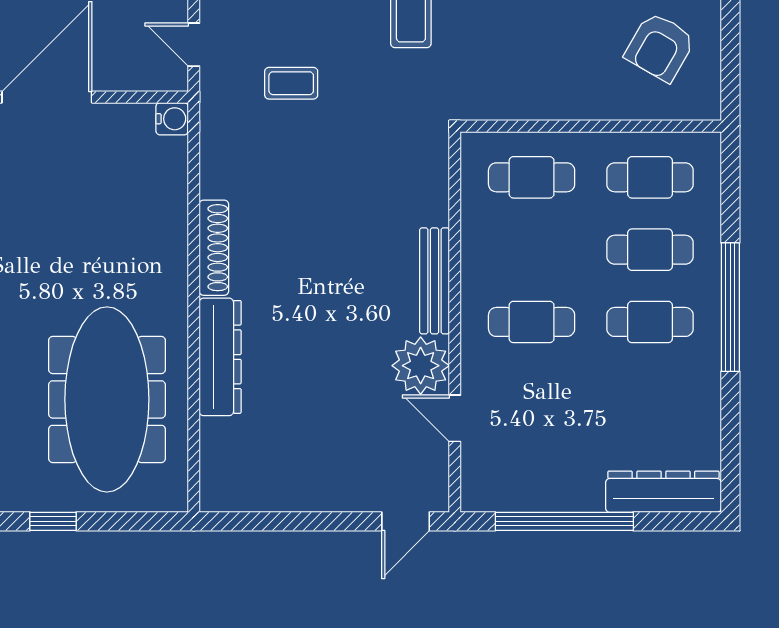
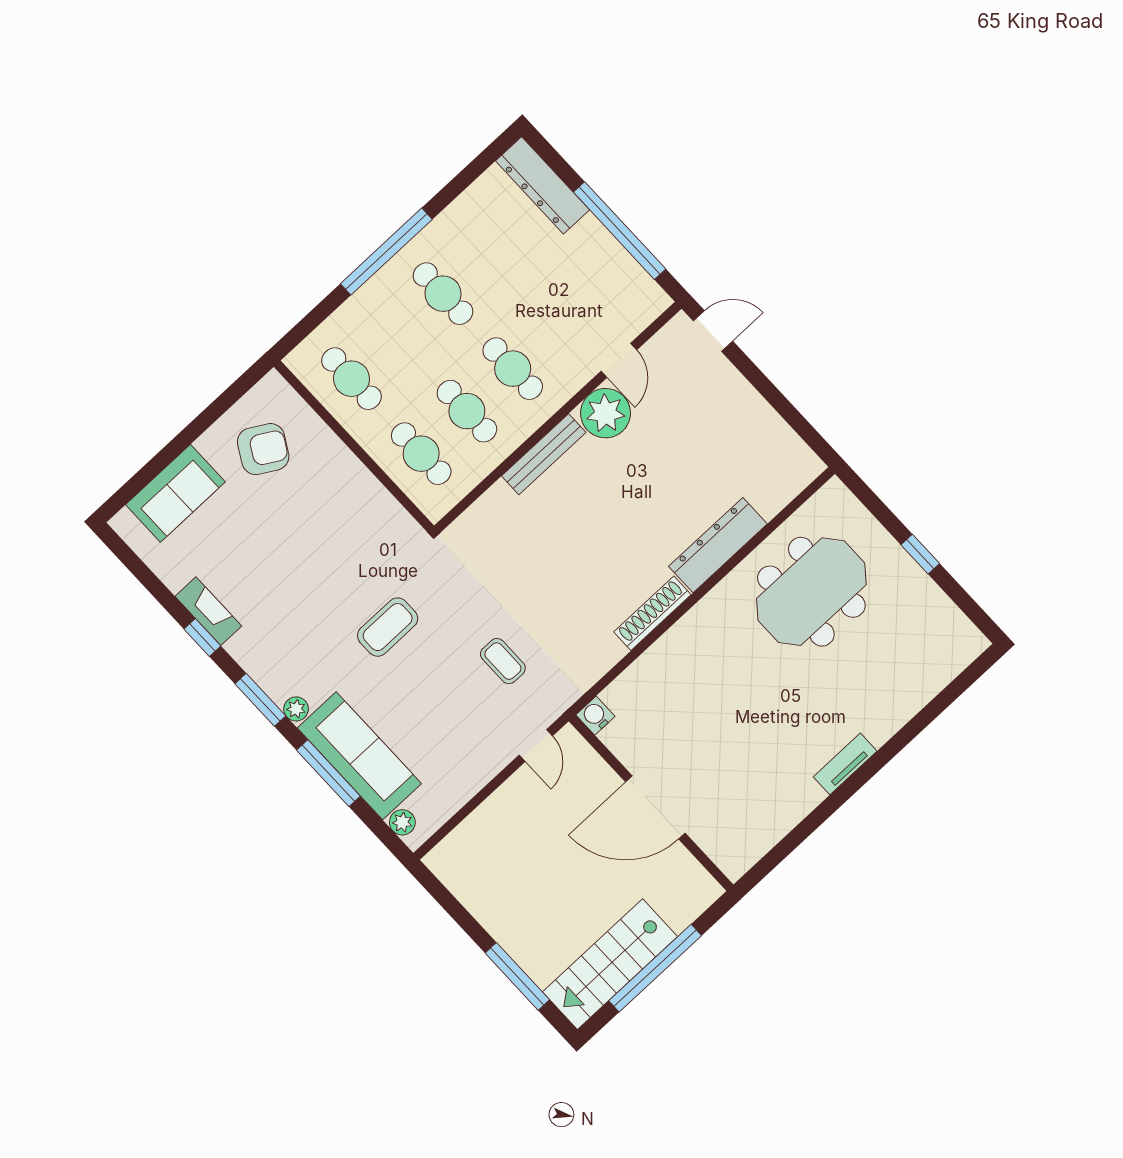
cafe table: (650, 250) -> (467, 411), moved
meeting table: (107, 399) -> (811, 592), width x0.73

